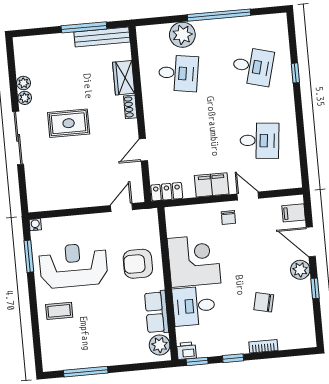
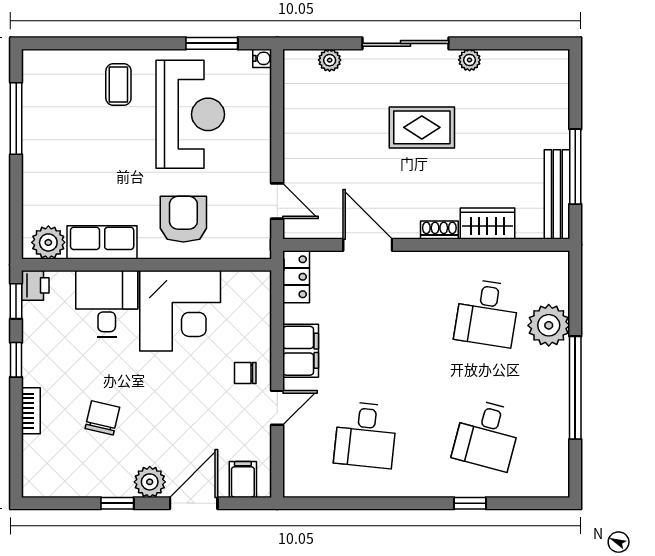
plant: (23, 83) -> (330, 60), moved
rug: (69, 123) -> (422, 127), turned 90
door: (143, 150) -> (368, 245), width x1.38

